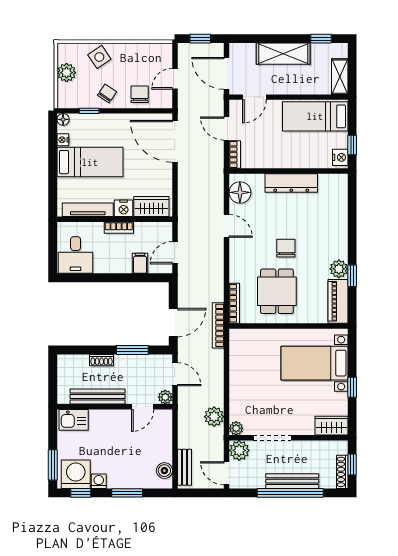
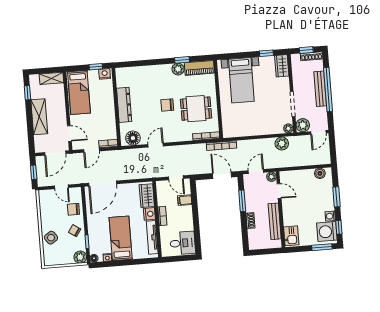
plant: (67, 73) -> (80, 257), moved
window: (352, 387) -> (266, 53), moved
bench: (184, 467) -> (317, 160), removed

